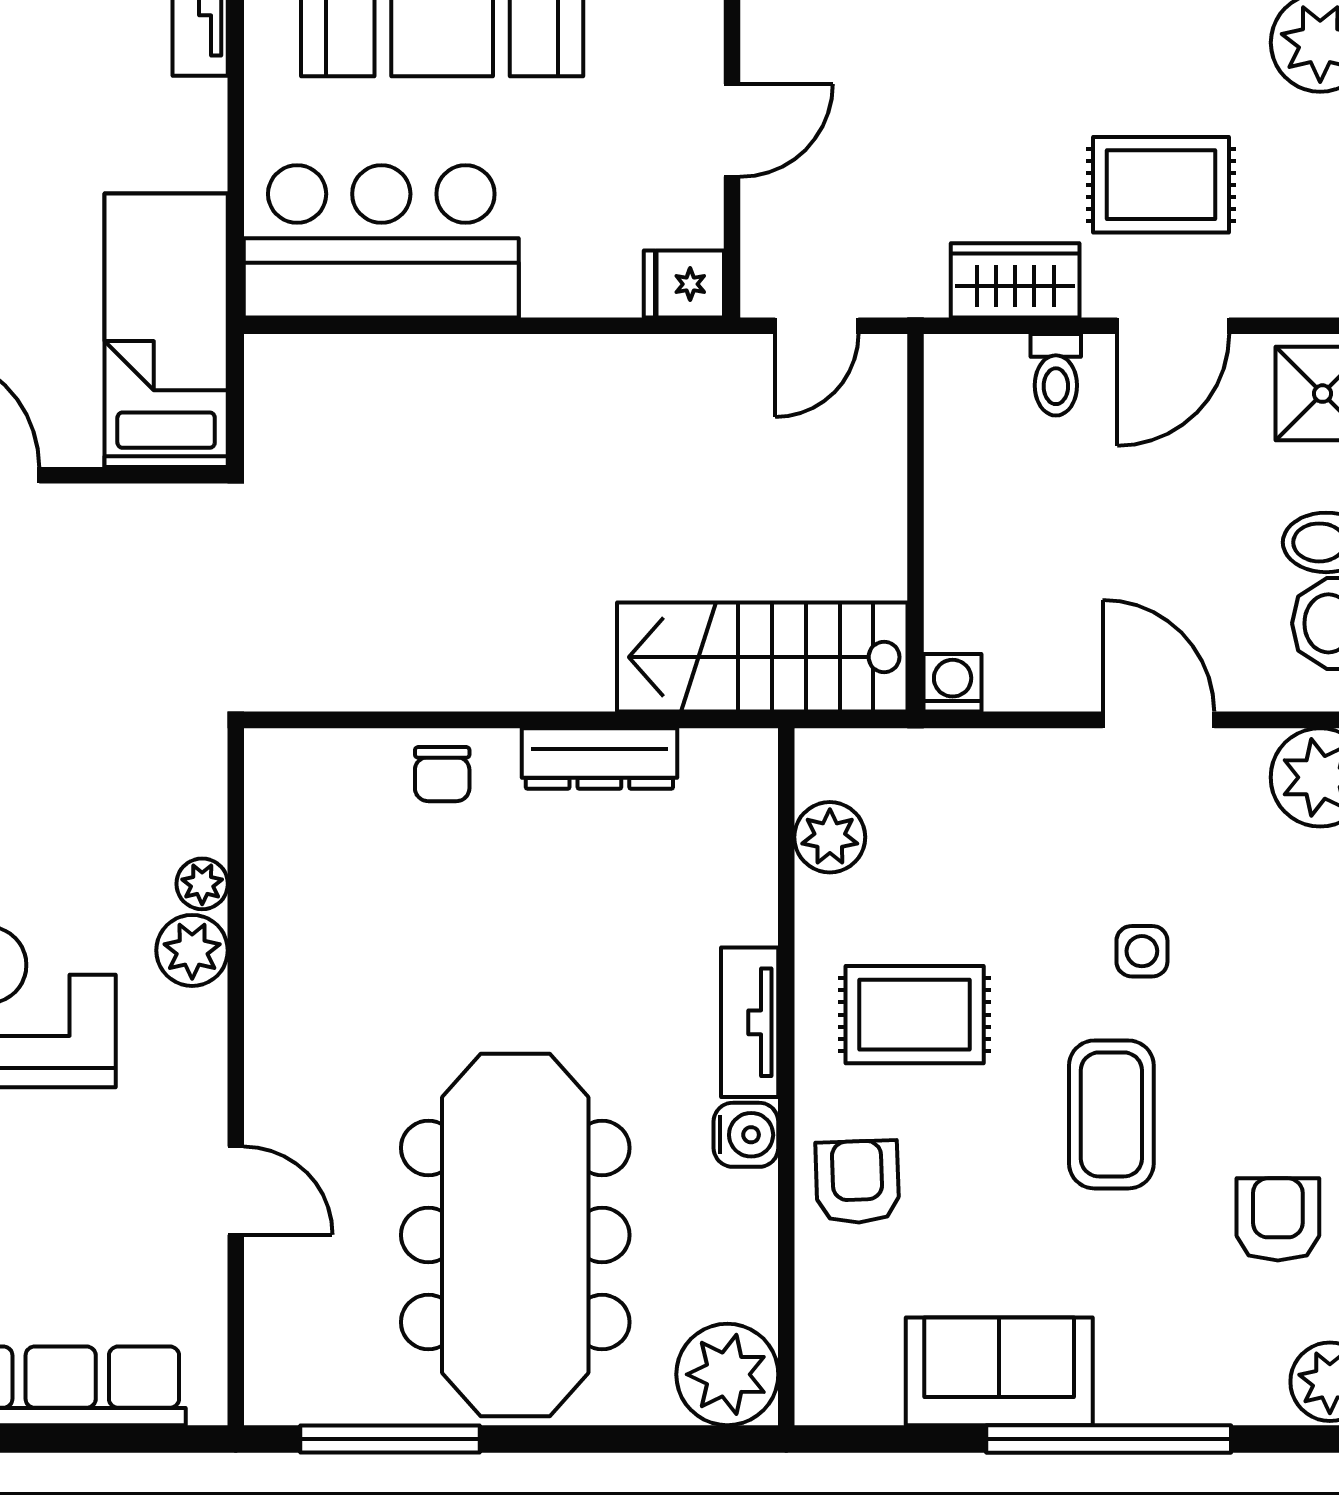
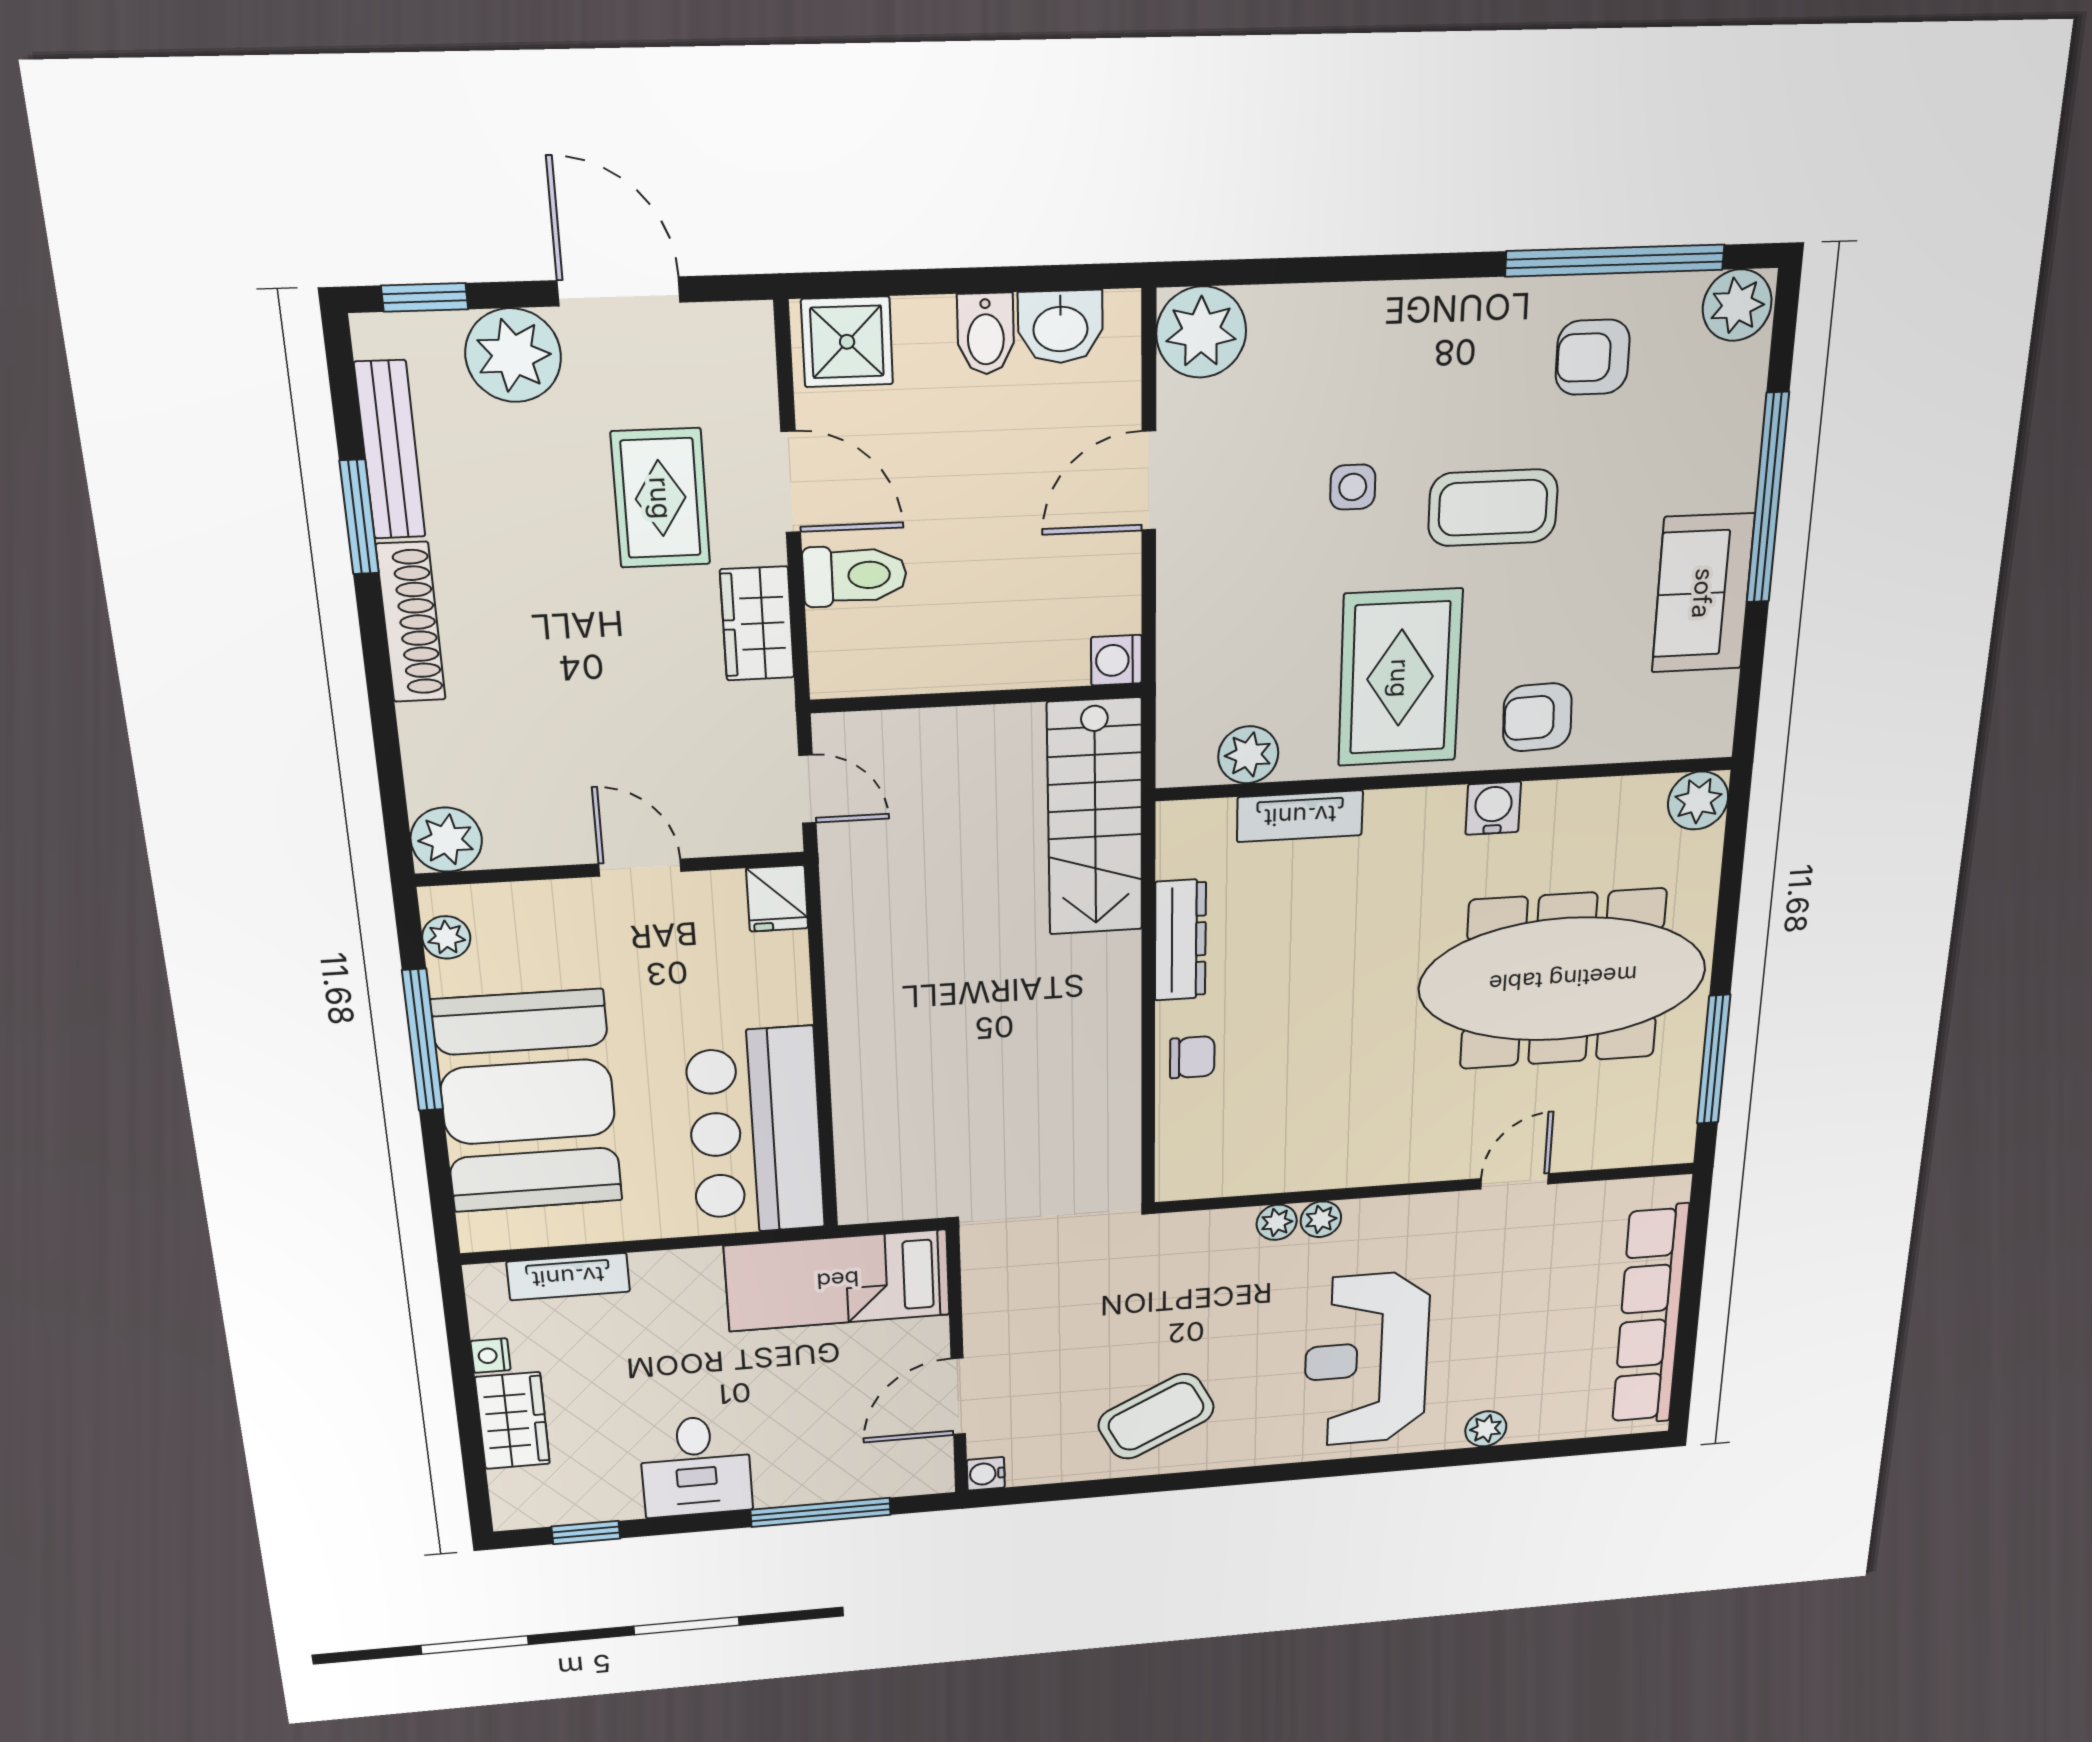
toilet: (1056, 375) -> (855, 576), width x1.37, depth x1.39
plant: (192, 950) -> (1321, 1219), width x0.73, depth x0.73
rug: (915, 1015) -> (1400, 678), width x1.36, depth x1.43
tv unit: (750, 1022) -> (1300, 816), moved
plant: (727, 1374) -> (1698, 801), width x0.73, depth x0.73

